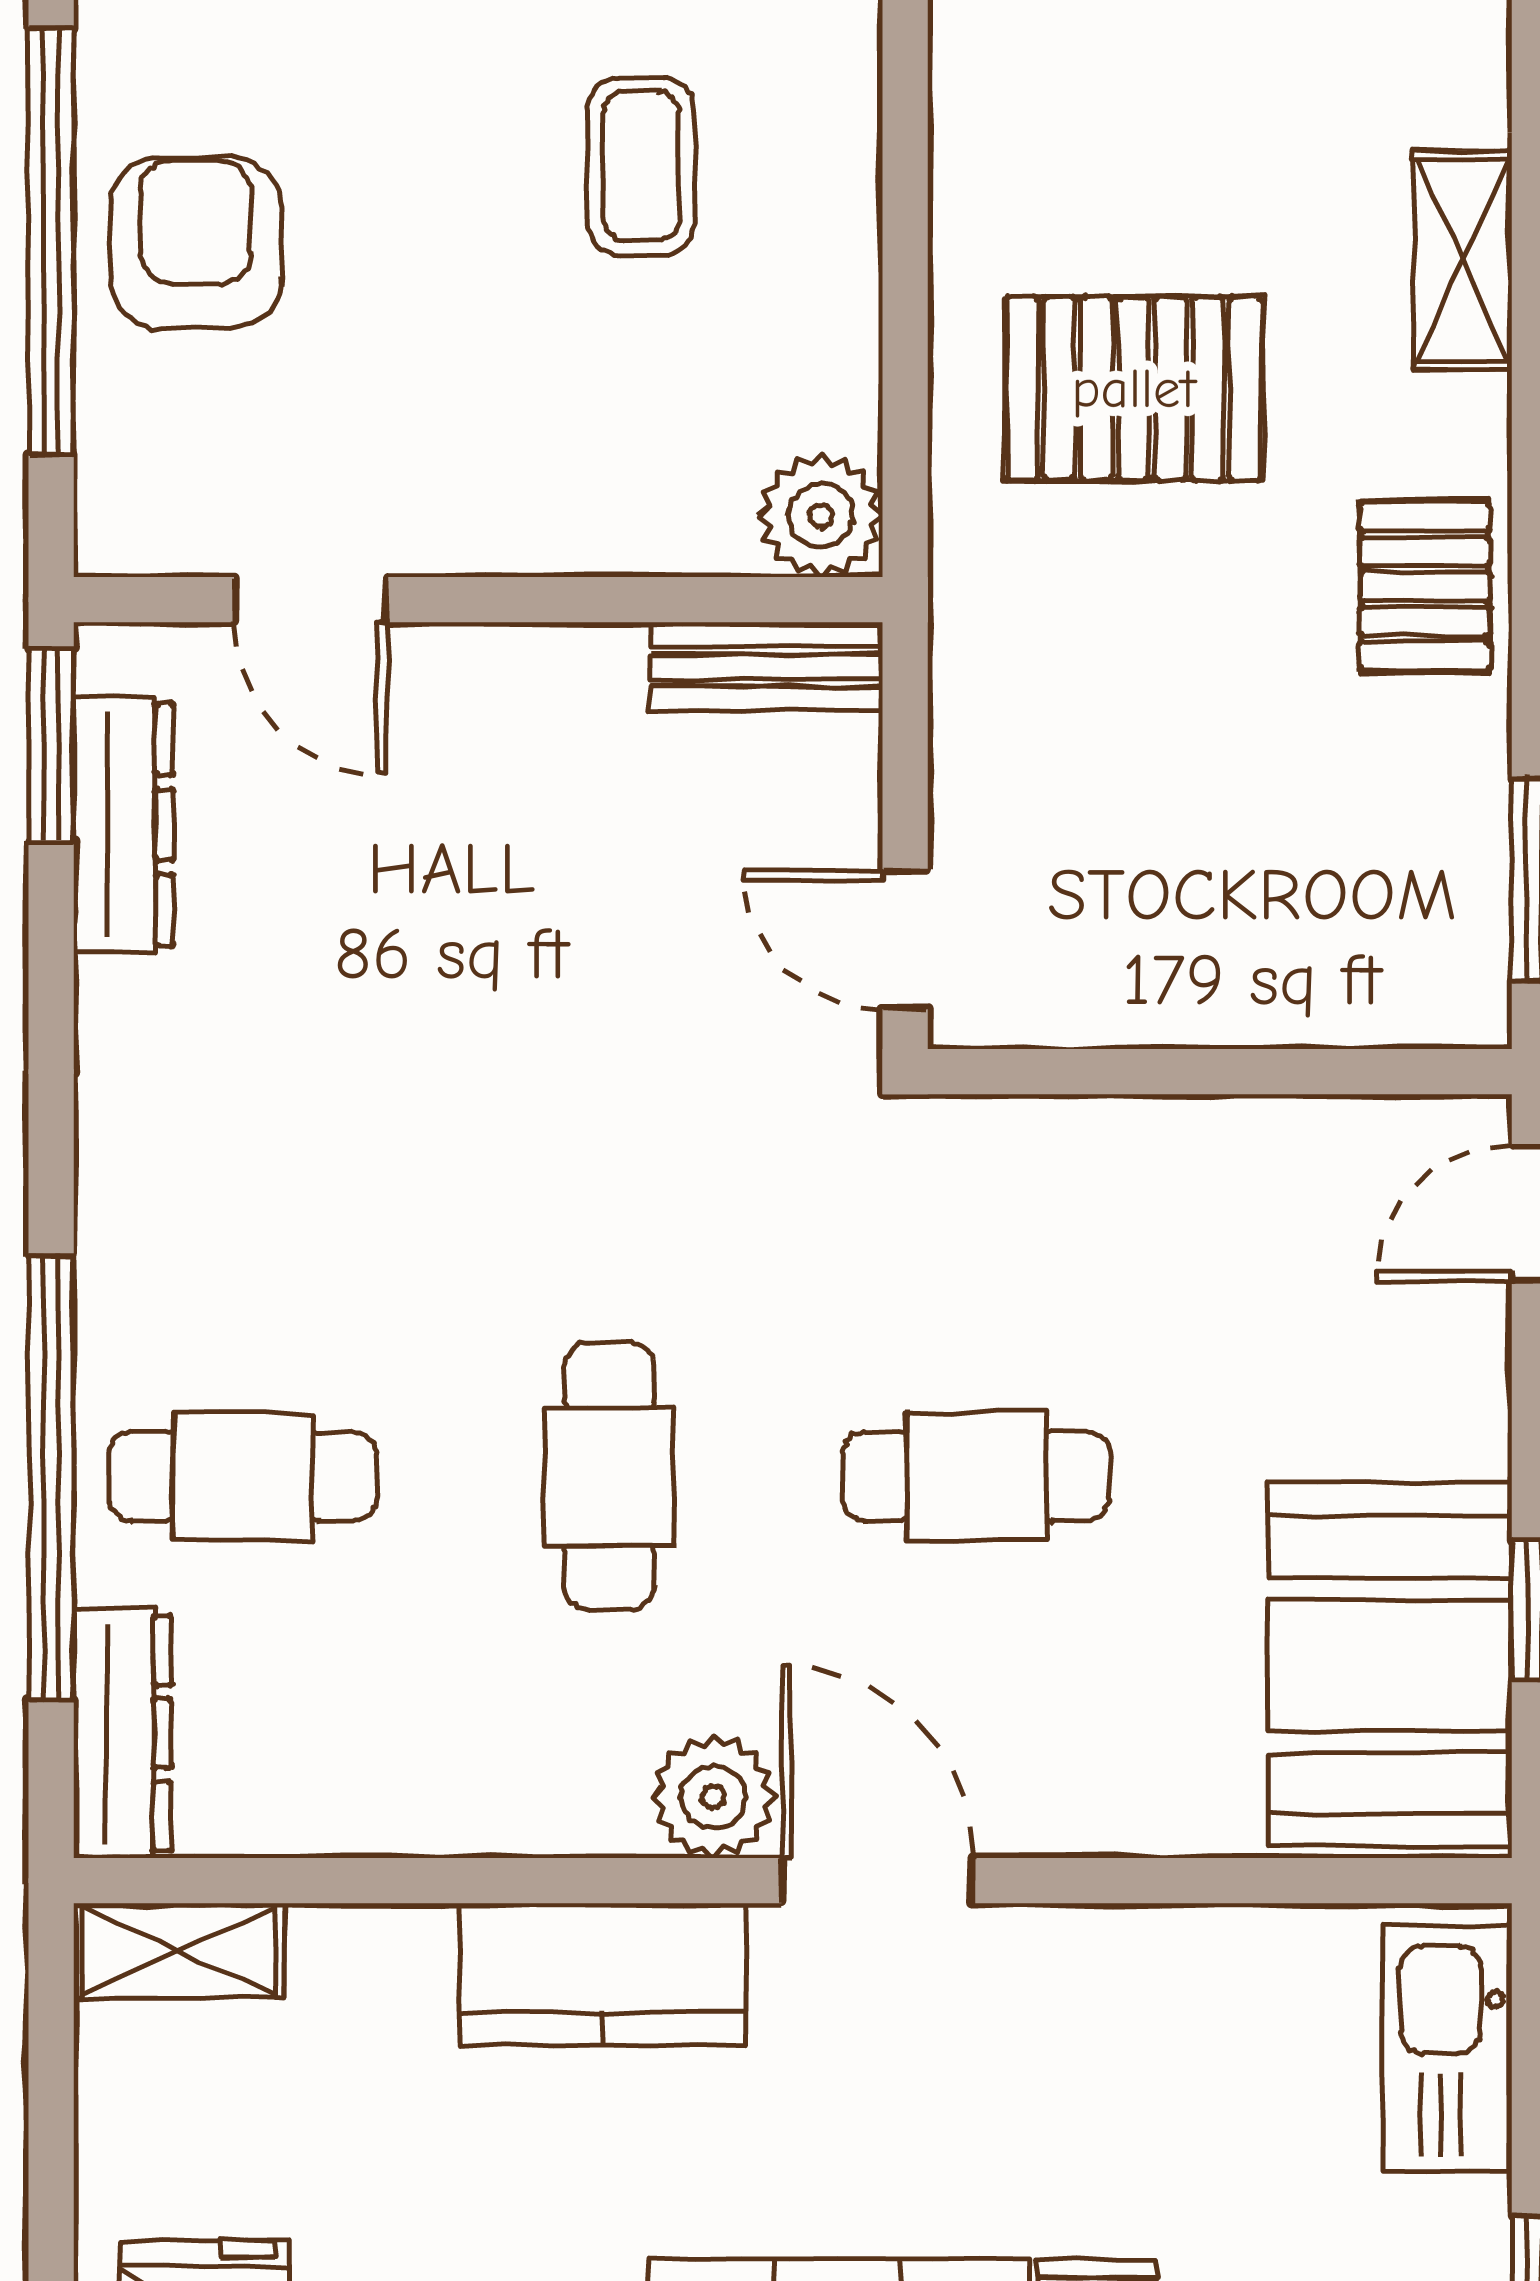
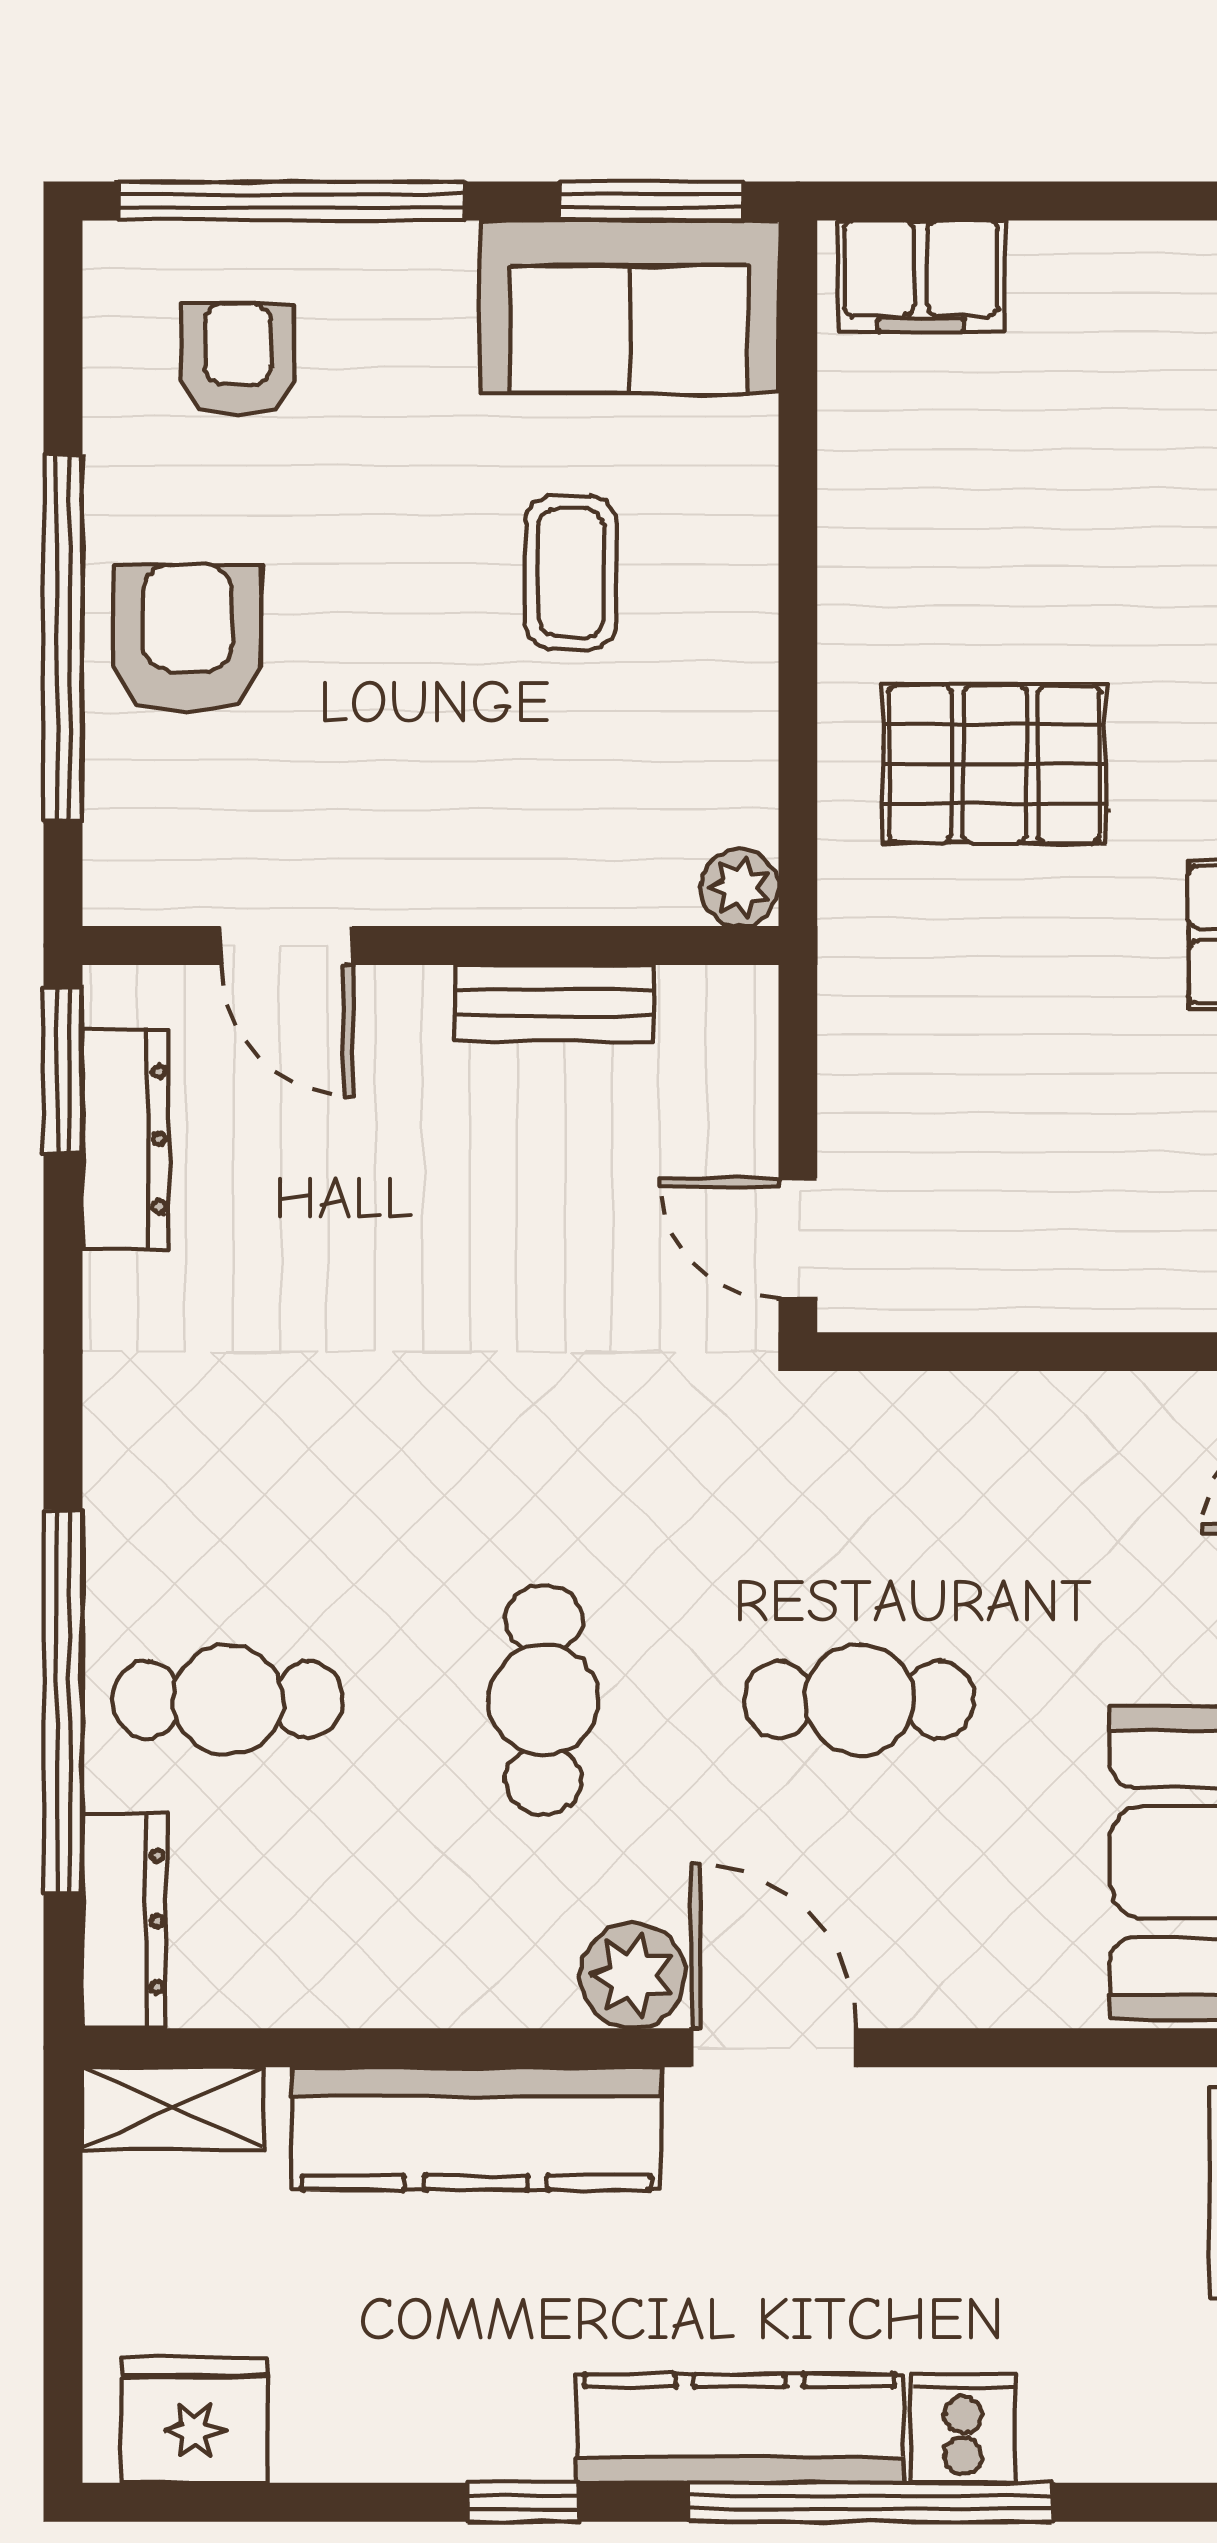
plant: (821, 515) -> (740, 888), width x0.73, depth x0.73
bench: (766, 666) -> (554, 1003), moved
kitchen counter: (602, 1975) -> (476, 2129), width x1.50

